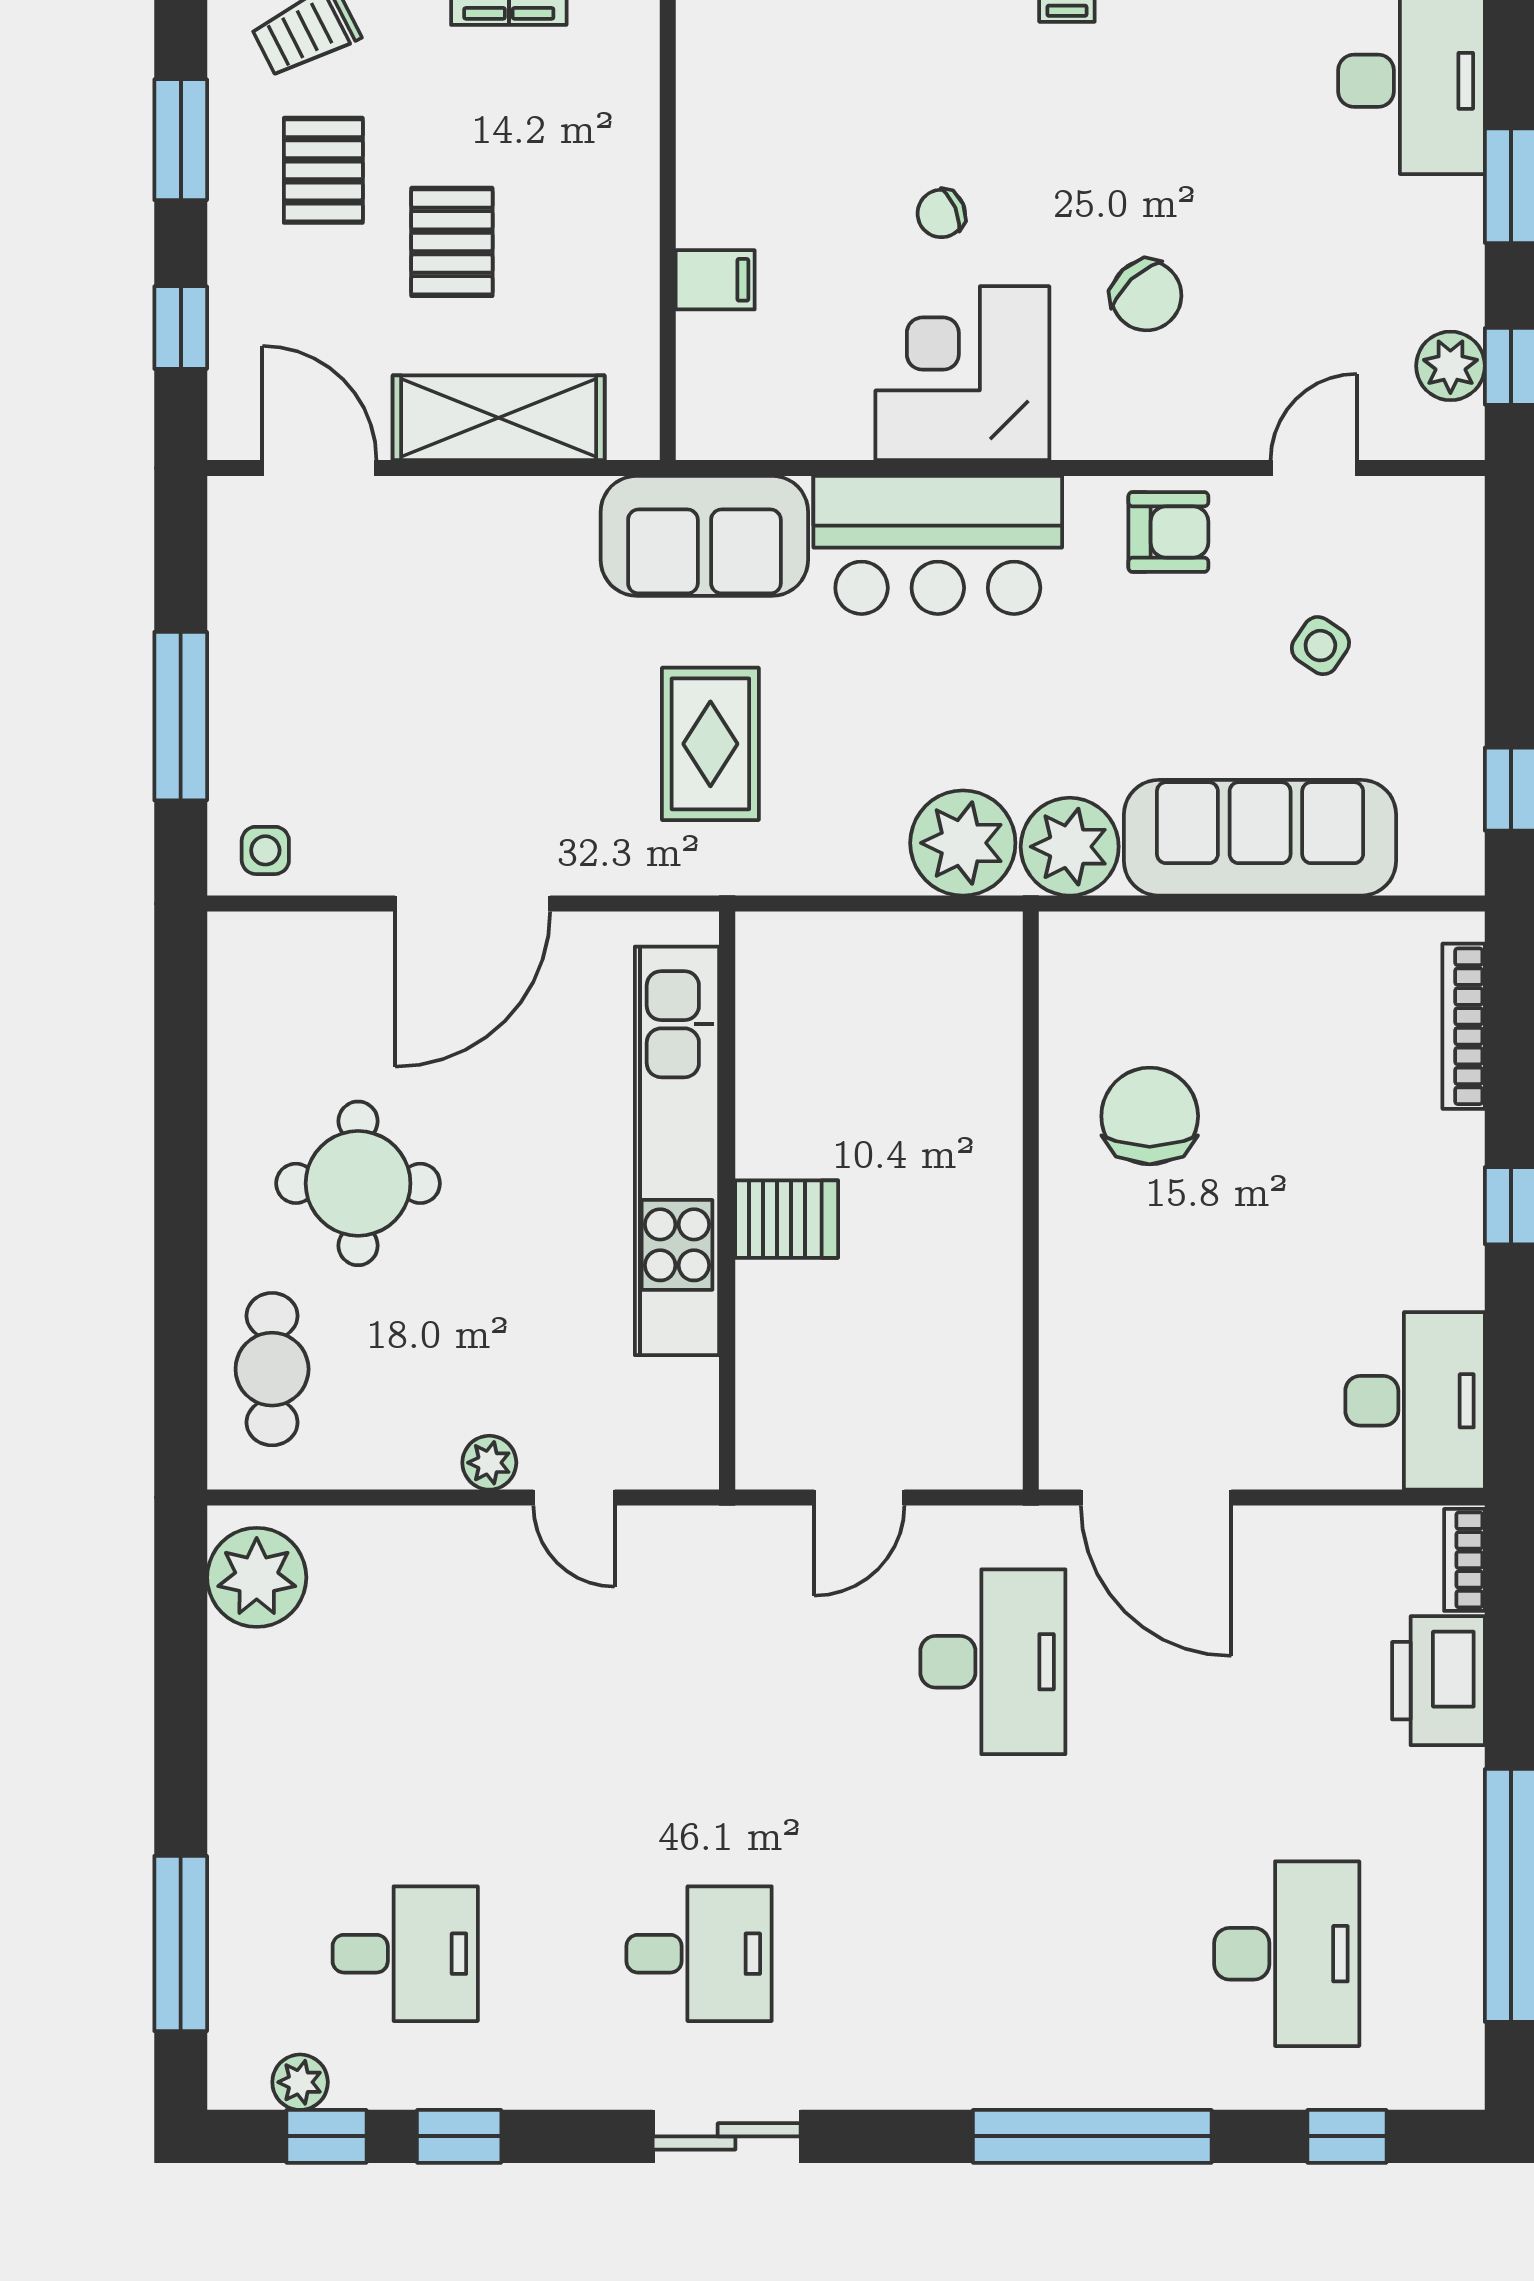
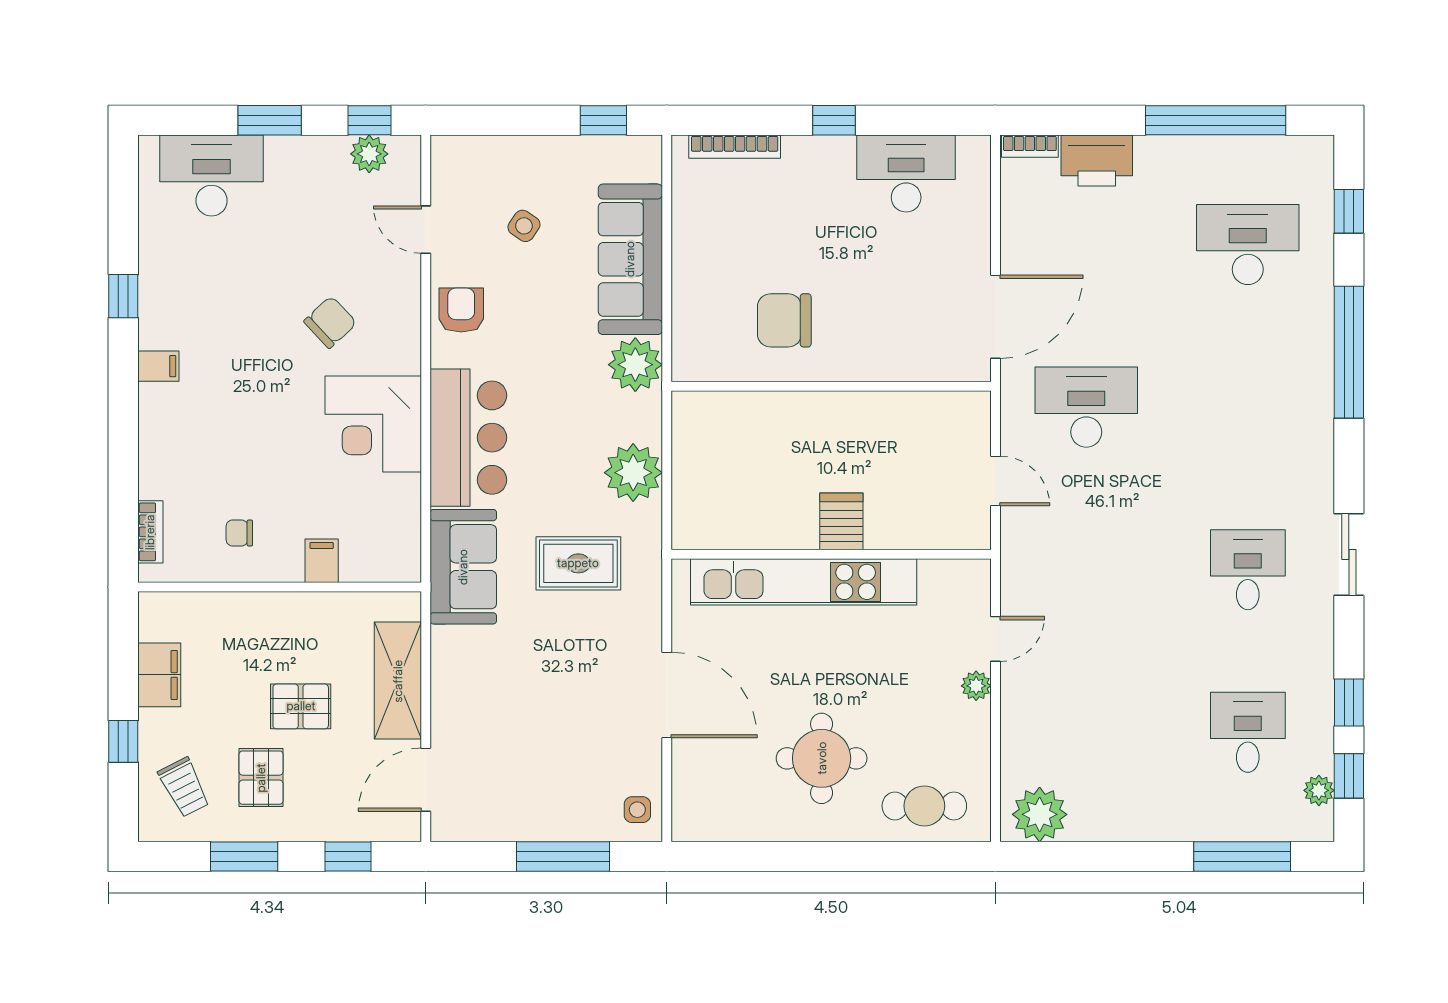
pallet: (323, 170) -> (261, 778), turned 90
chair: (941, 213) -> (239, 533), moved, turned 113
plant: (963, 843) -> (633, 473), moved
desk: (1415, 1401) -> (906, 174), moved

